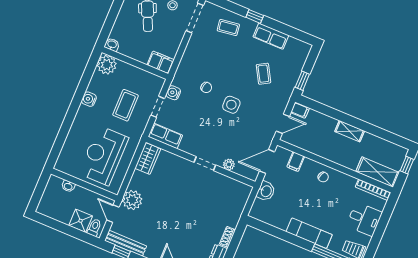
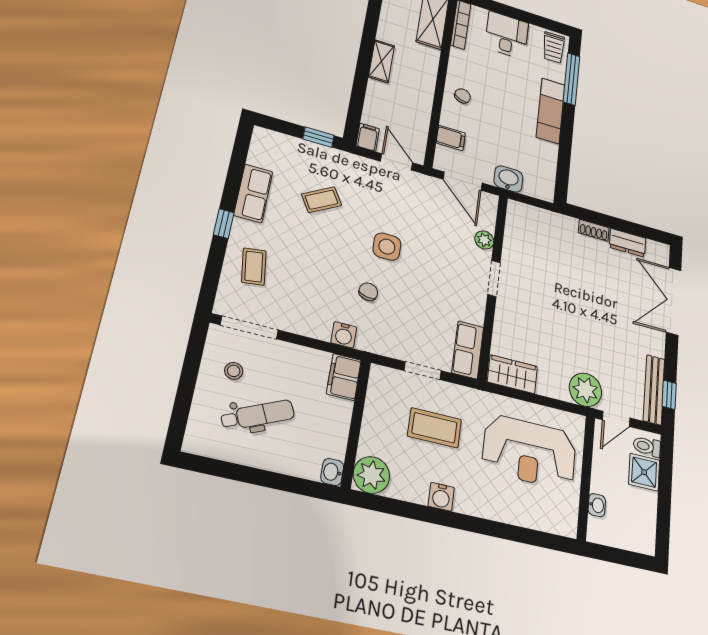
water cooler: (173, 93) -> (344, 335), moved

